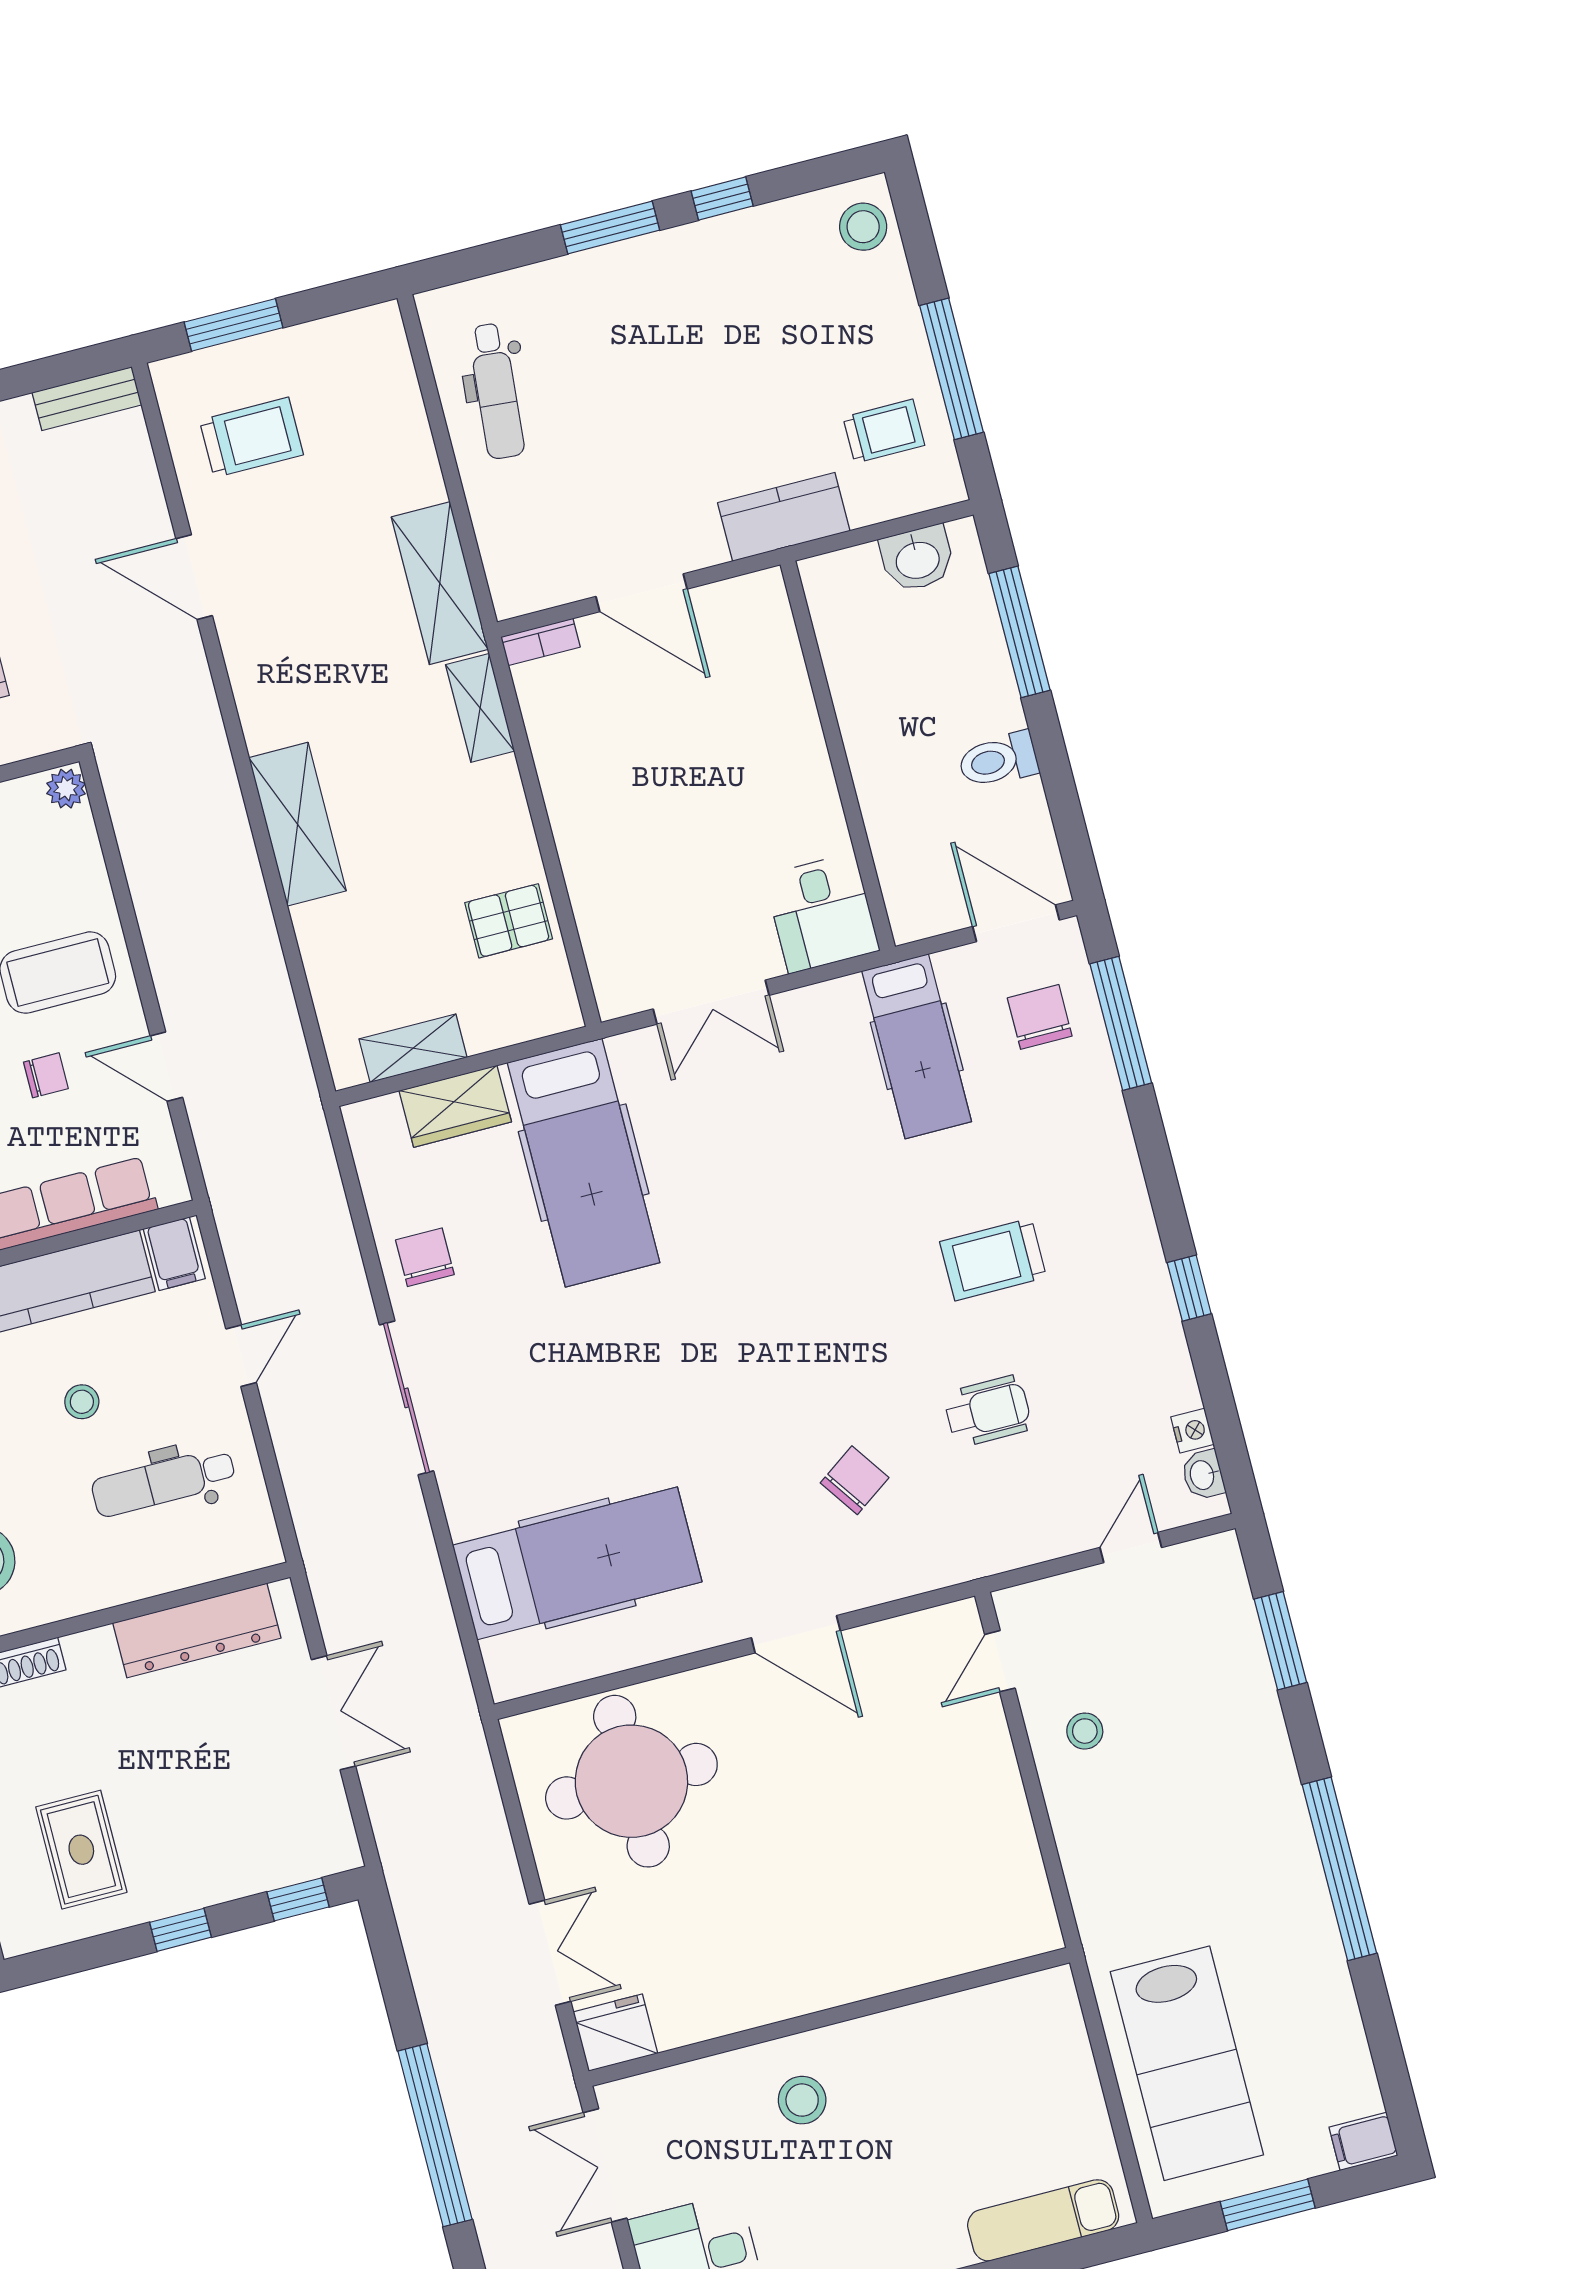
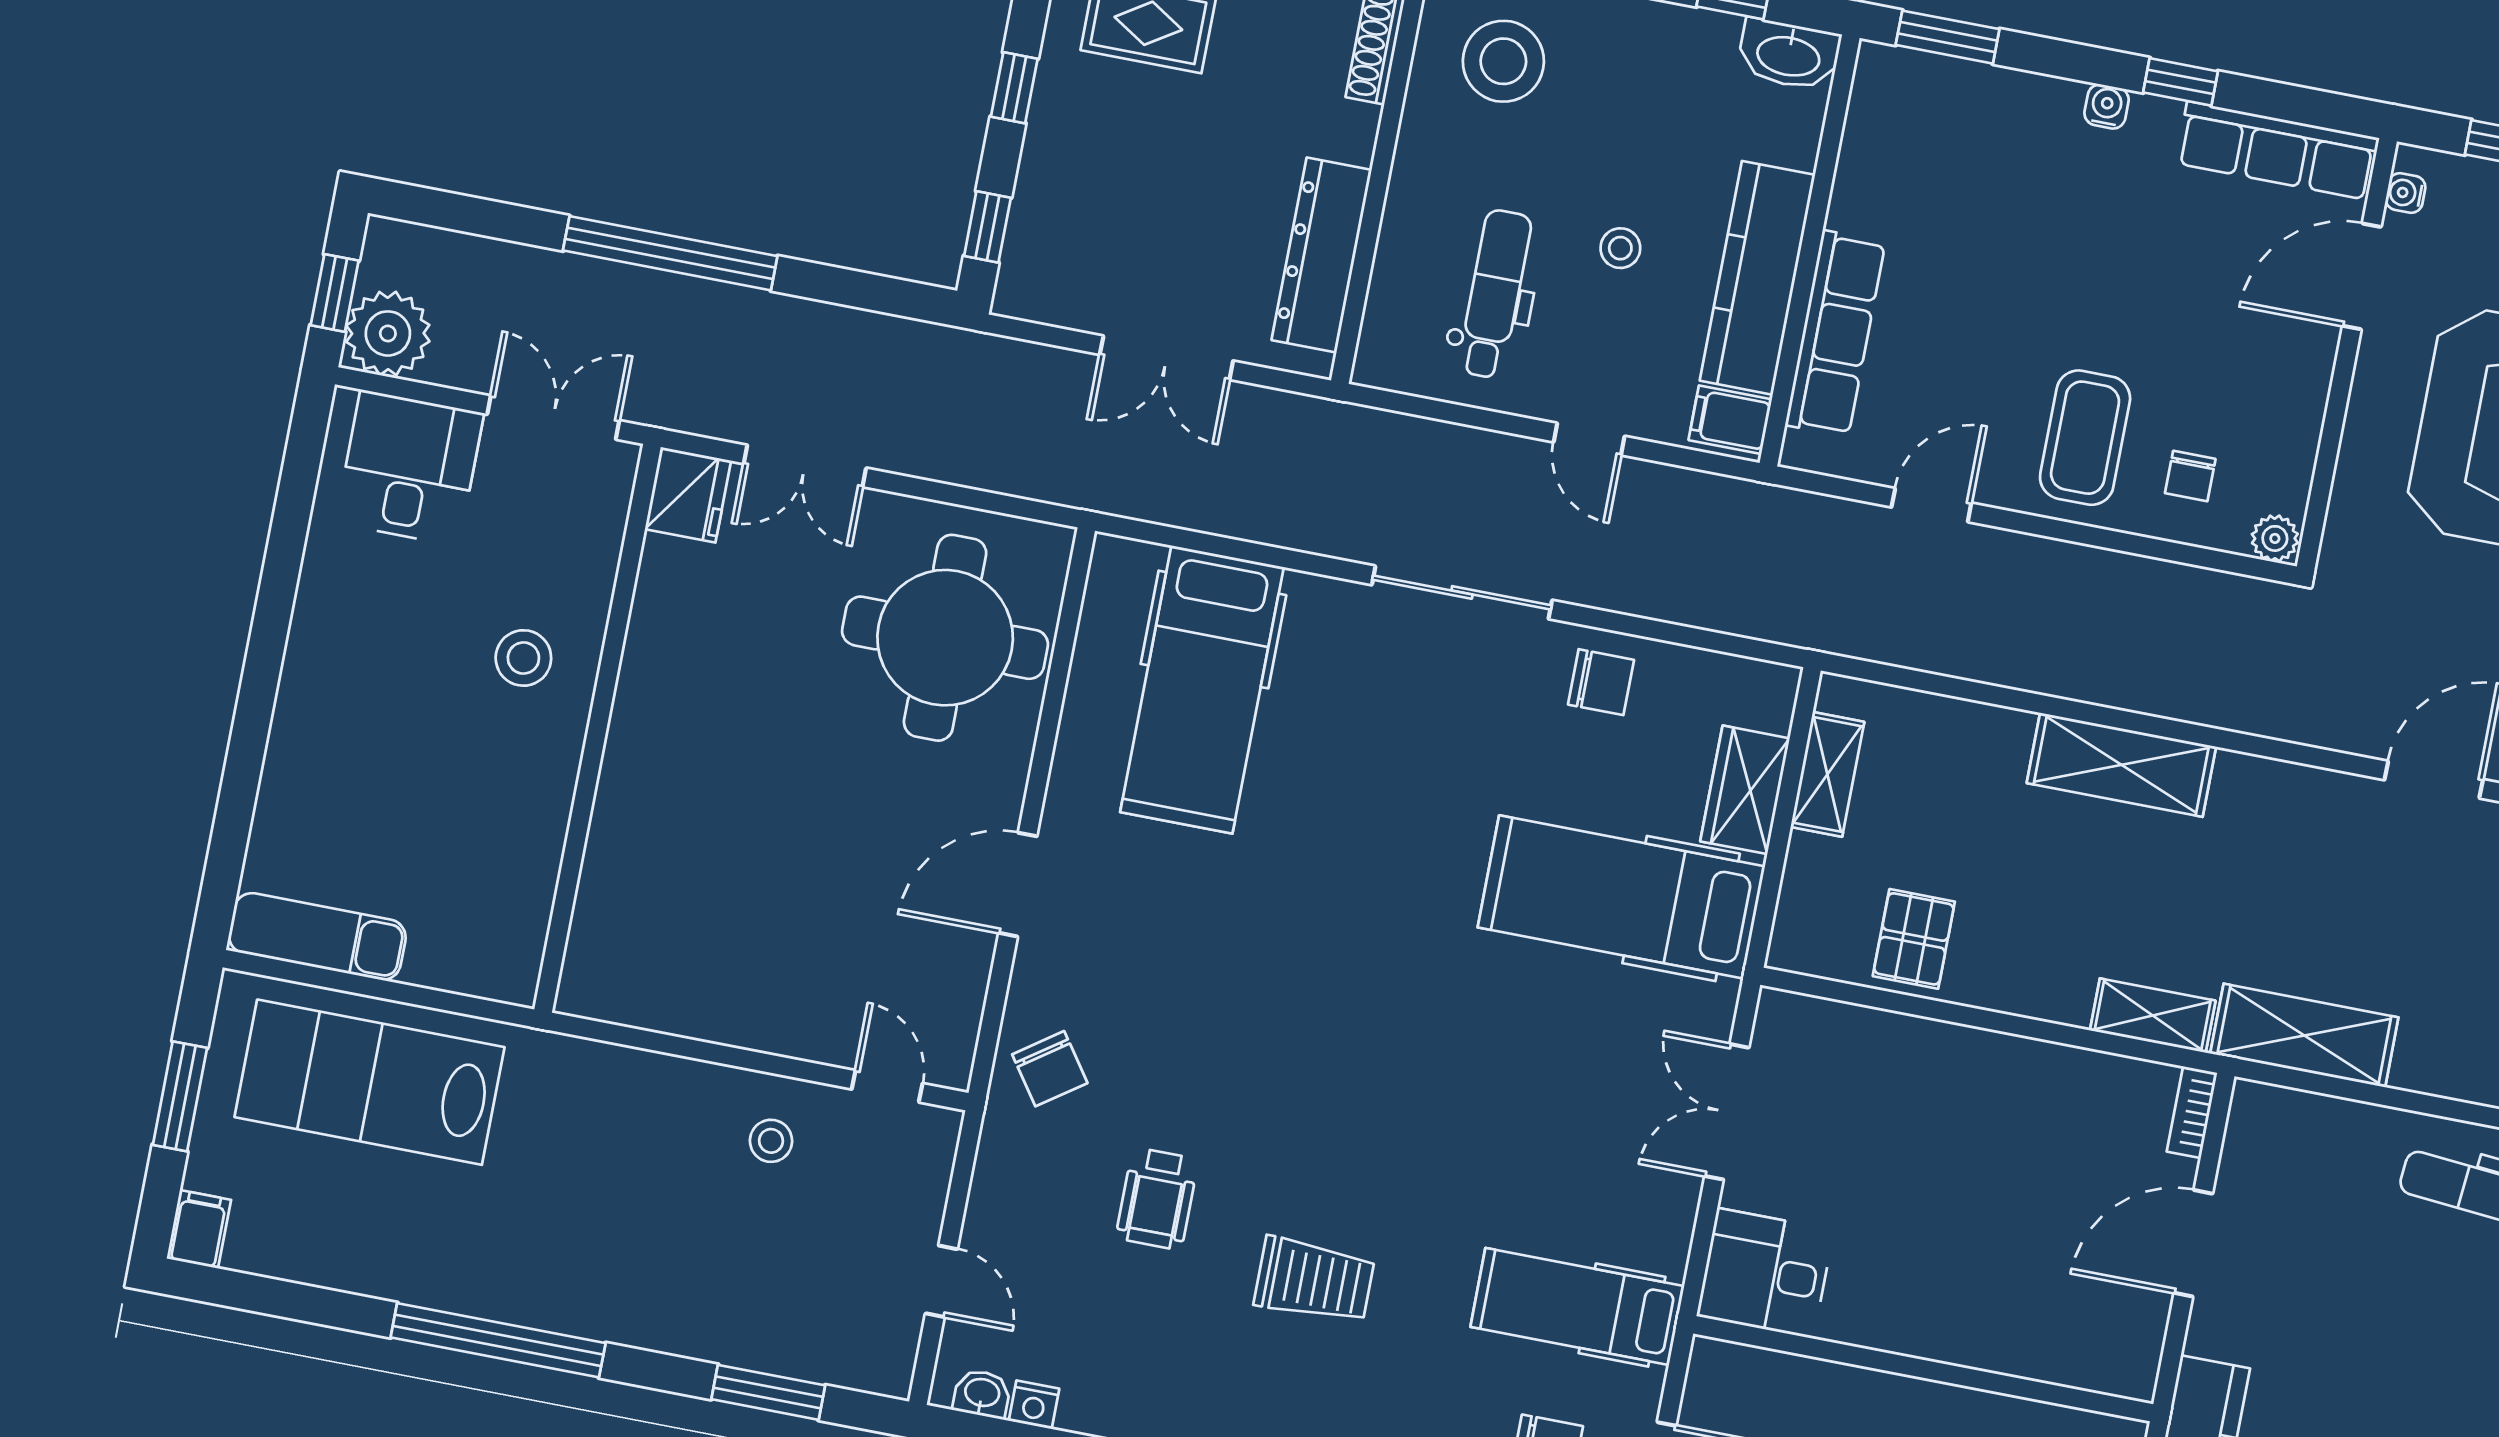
chair: (46, 1075) -> (2190, 476), moved
trolley: (993, 1259) -> (1314, 1280), turned 90
chair: (855, 1480) -> (1050, 1069), moved
exam couch: (1043, 2220) -> (317, 937), moved, turned -90

